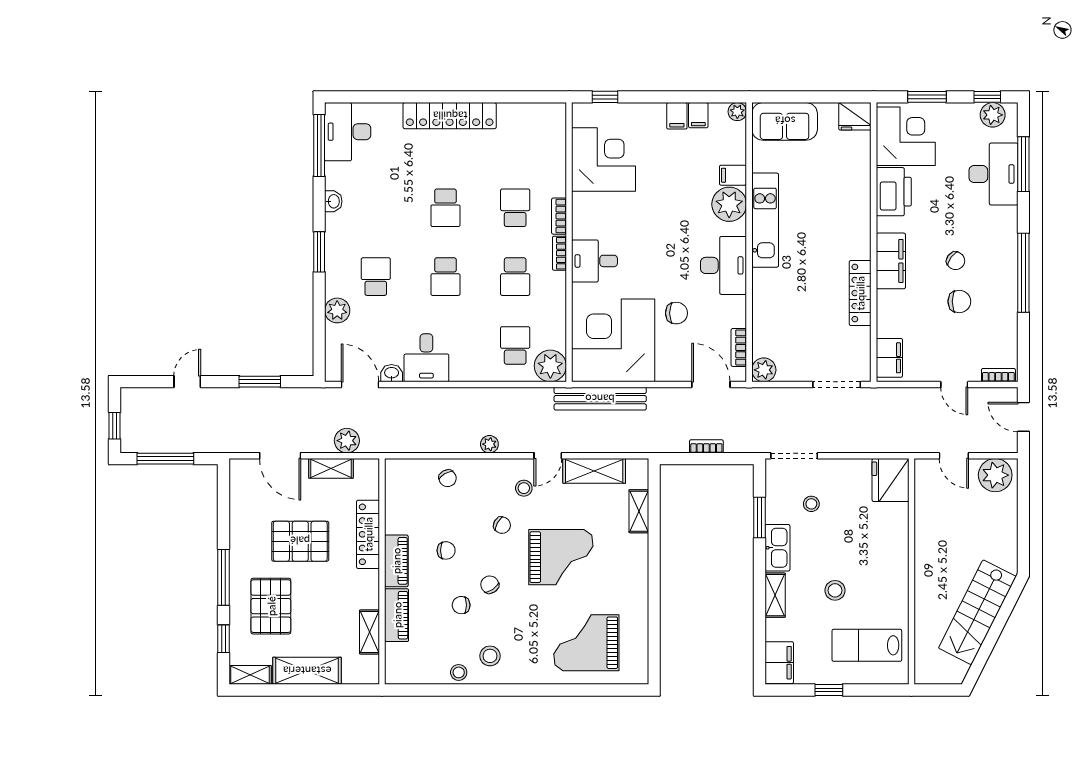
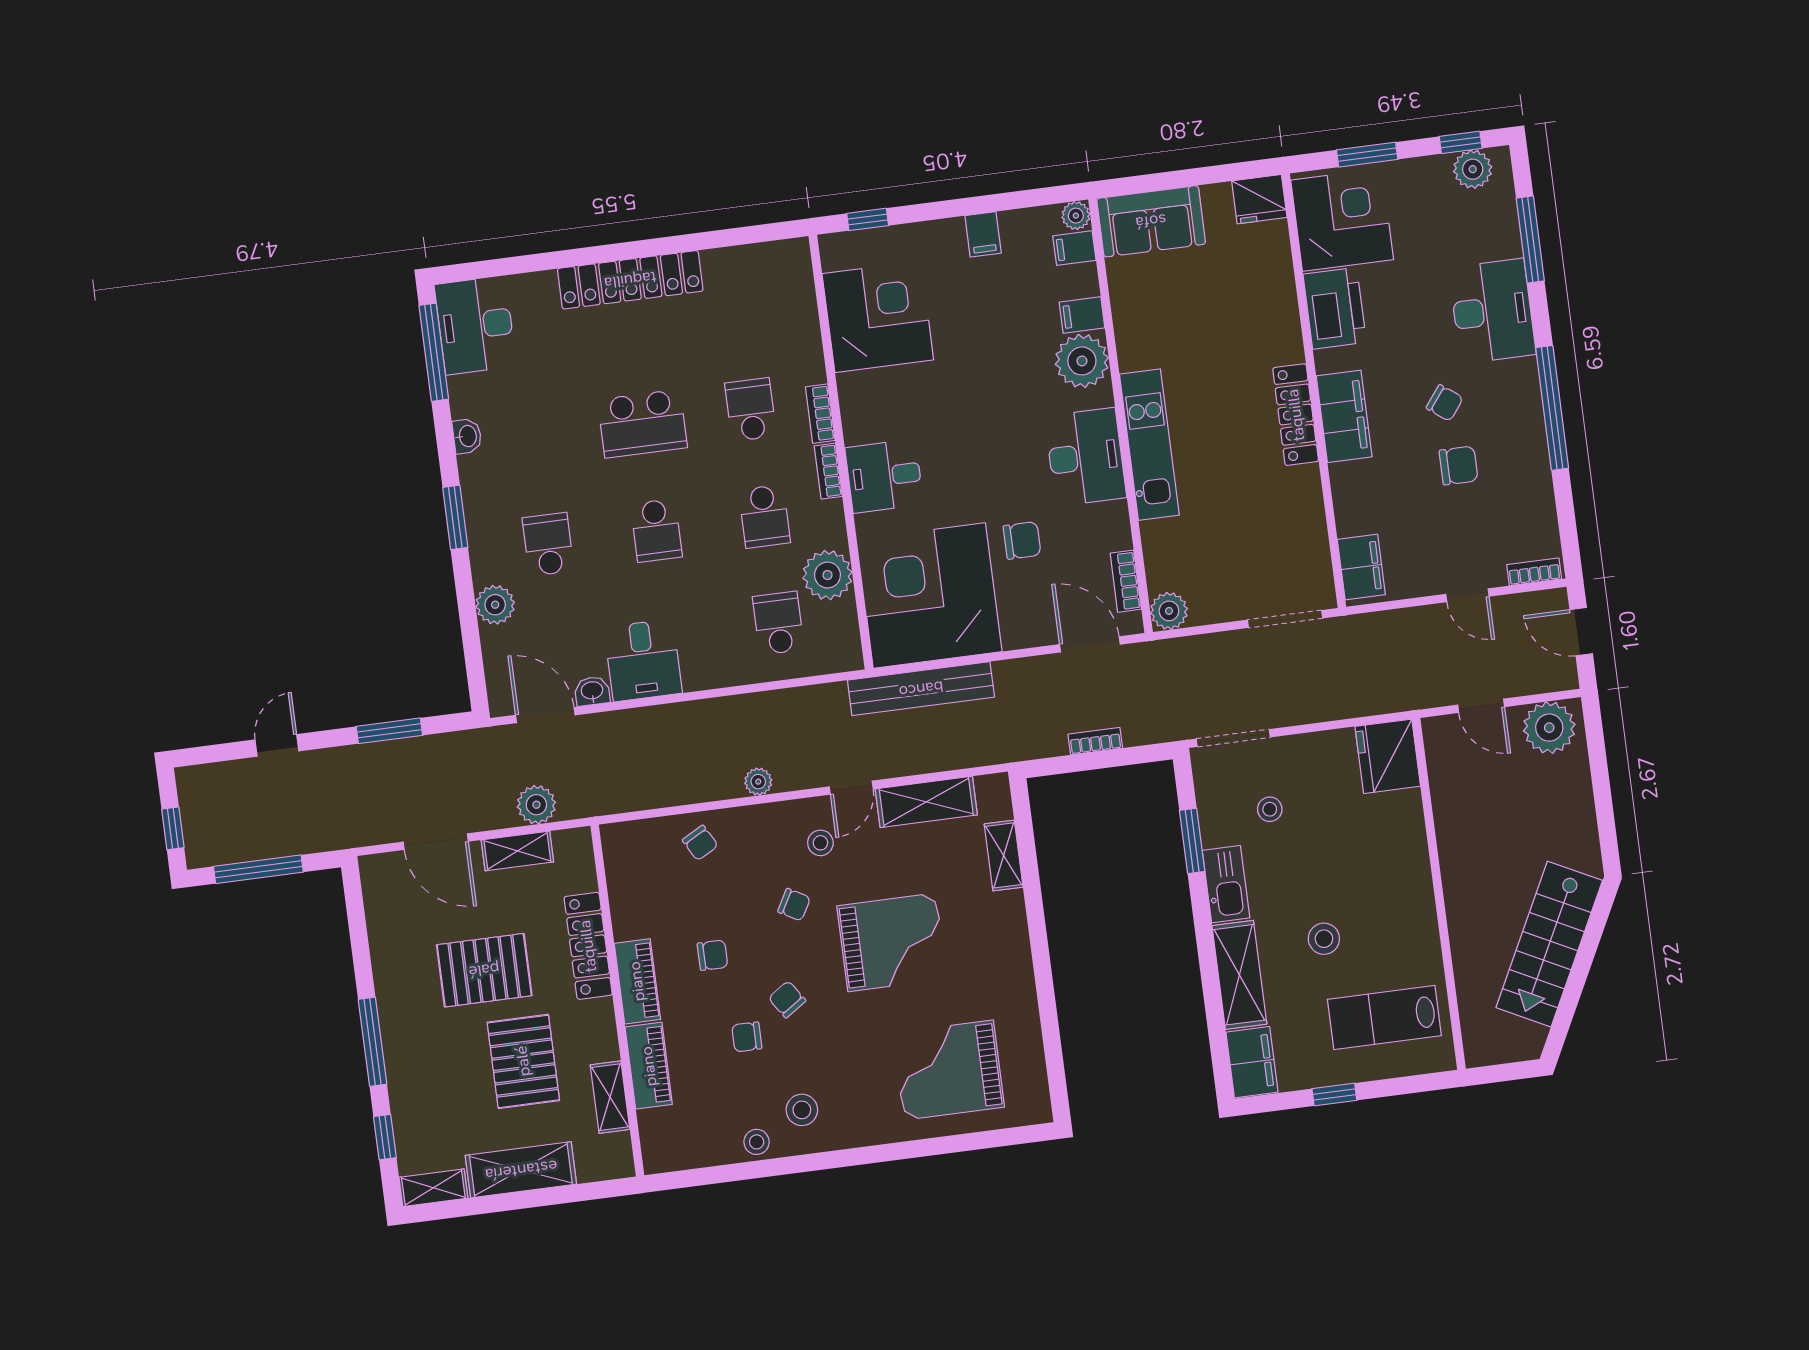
filing cabinet: (698, 115) -> (1074, 248), moved, turned 90
desk: (993, 174) -> (1492, 311), moved
school desk: (445, 208) -> (642, 424), width x1.85
kitchen unit: (765, 220) -> (1149, 445), moved
locker: (860, 293) -> (1296, 415), moved
plant: (550, 366) -> (827, 575), moved
shelving: (775, 595) -> (1239, 975), width x1.50, depth x1.33
pallet: (271, 606) -> (523, 1061), moved

